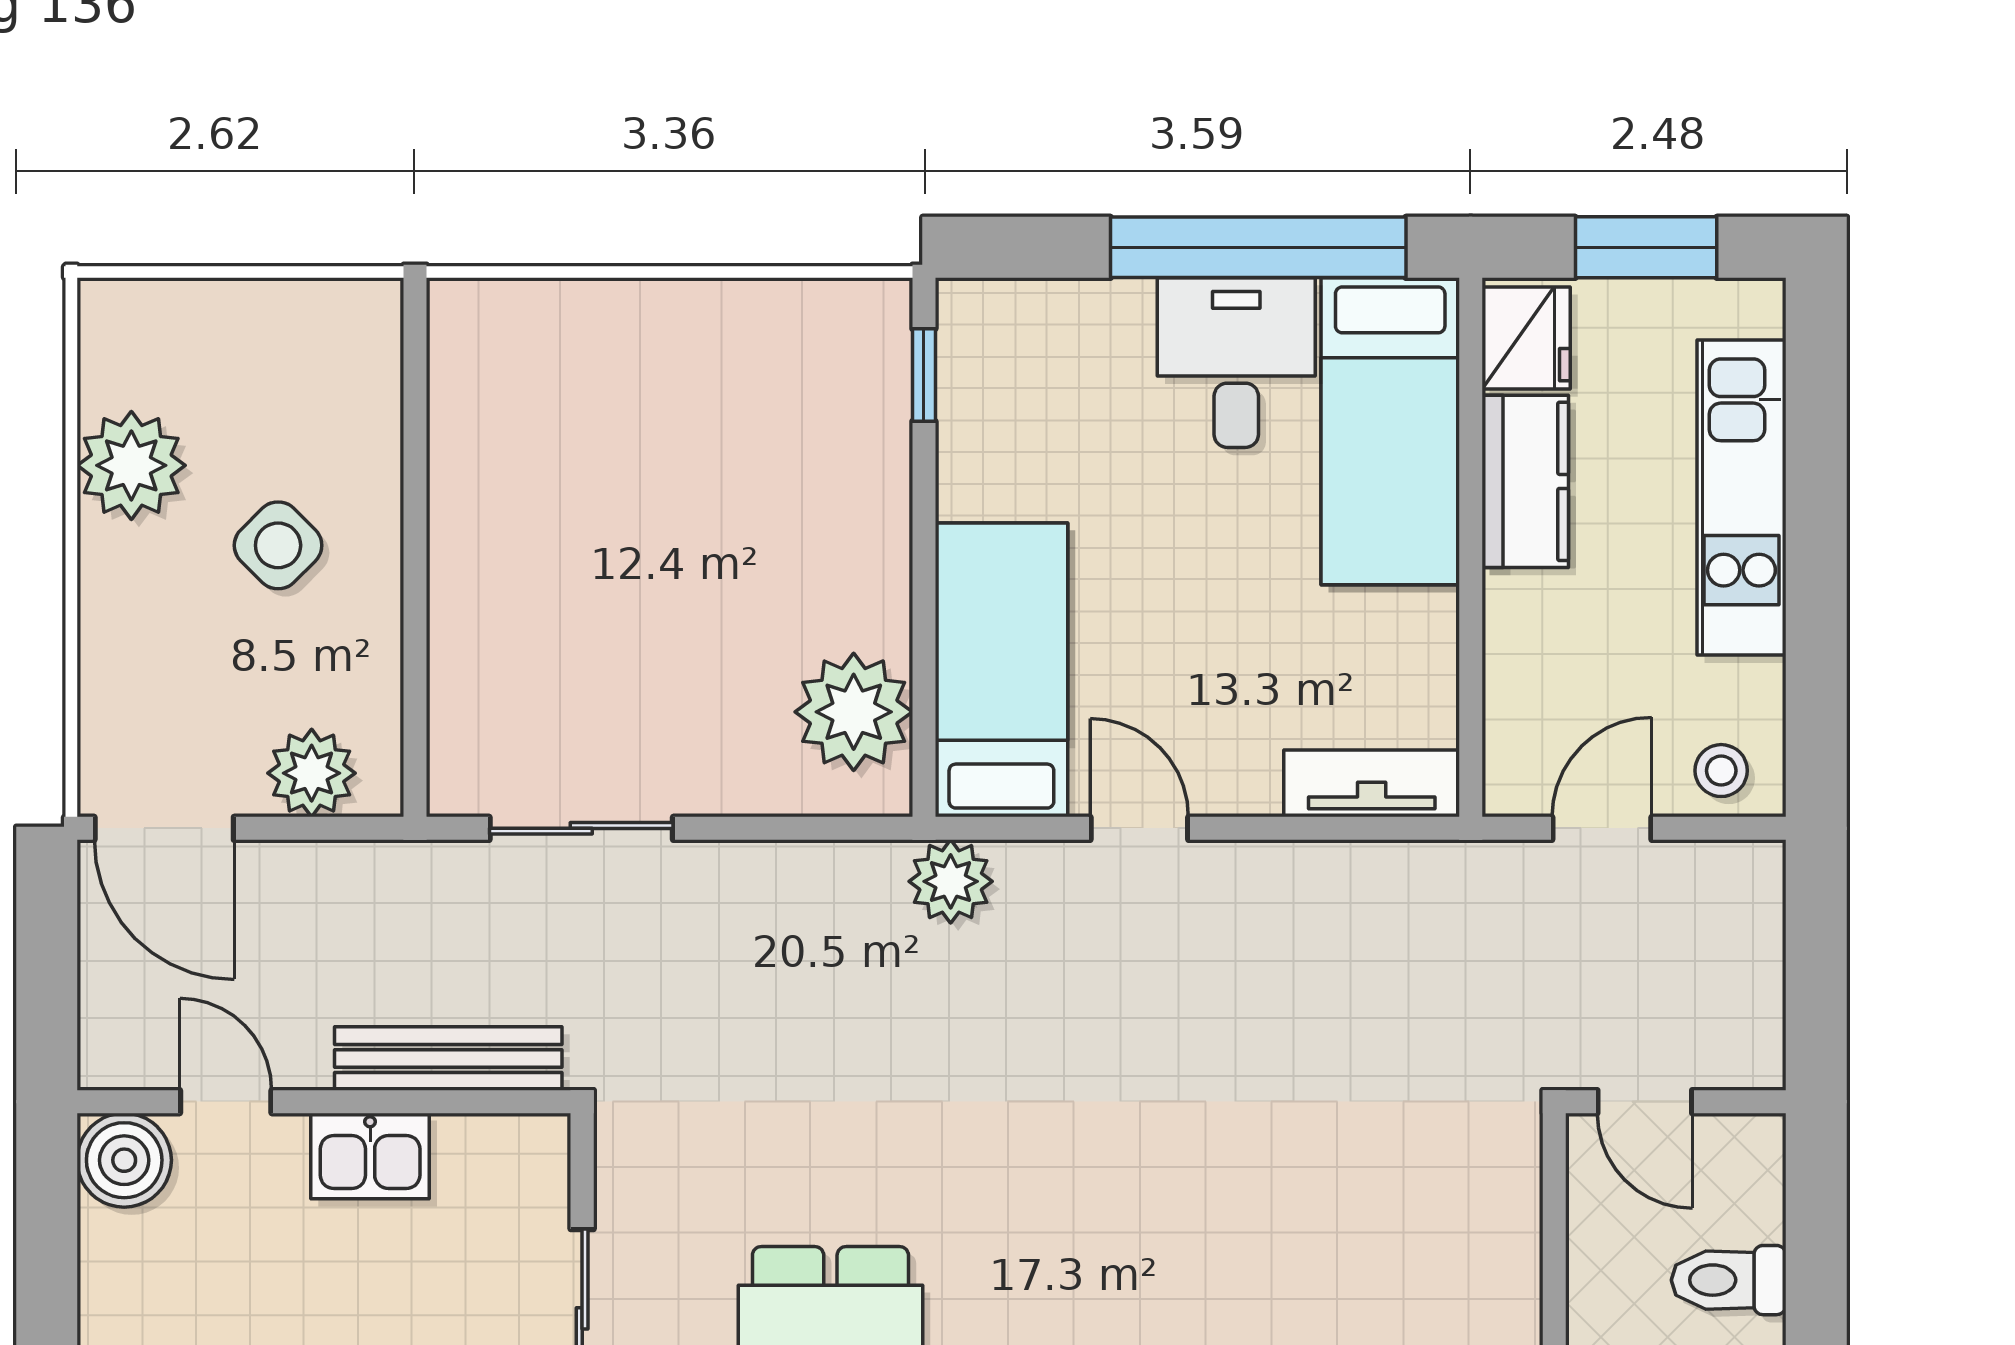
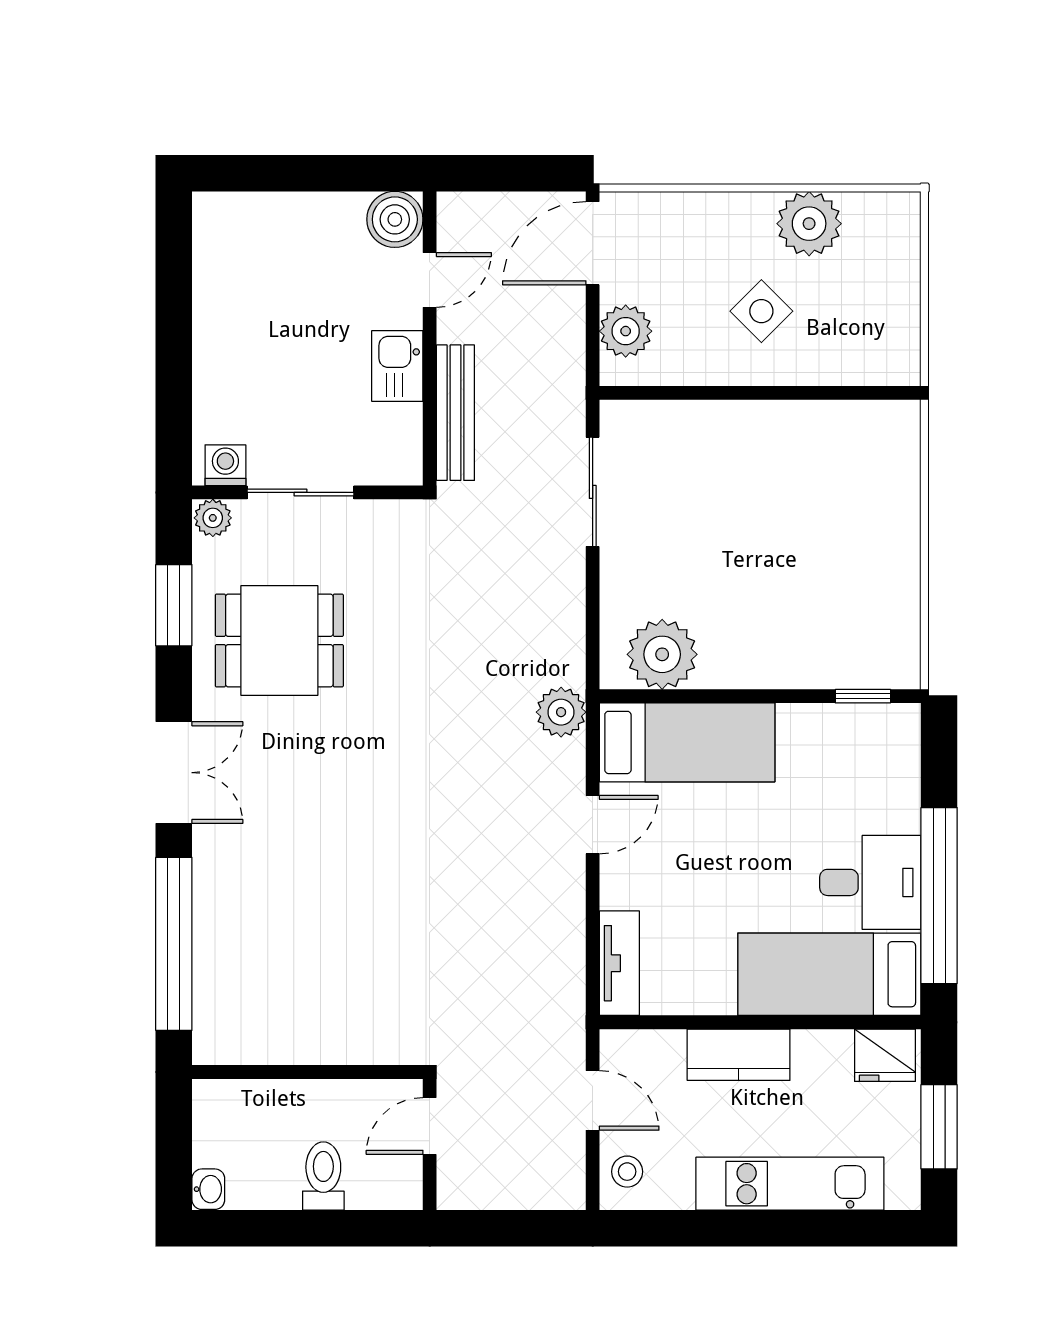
kitchen counter: (1525, 481) -> (739, 1055), moved

